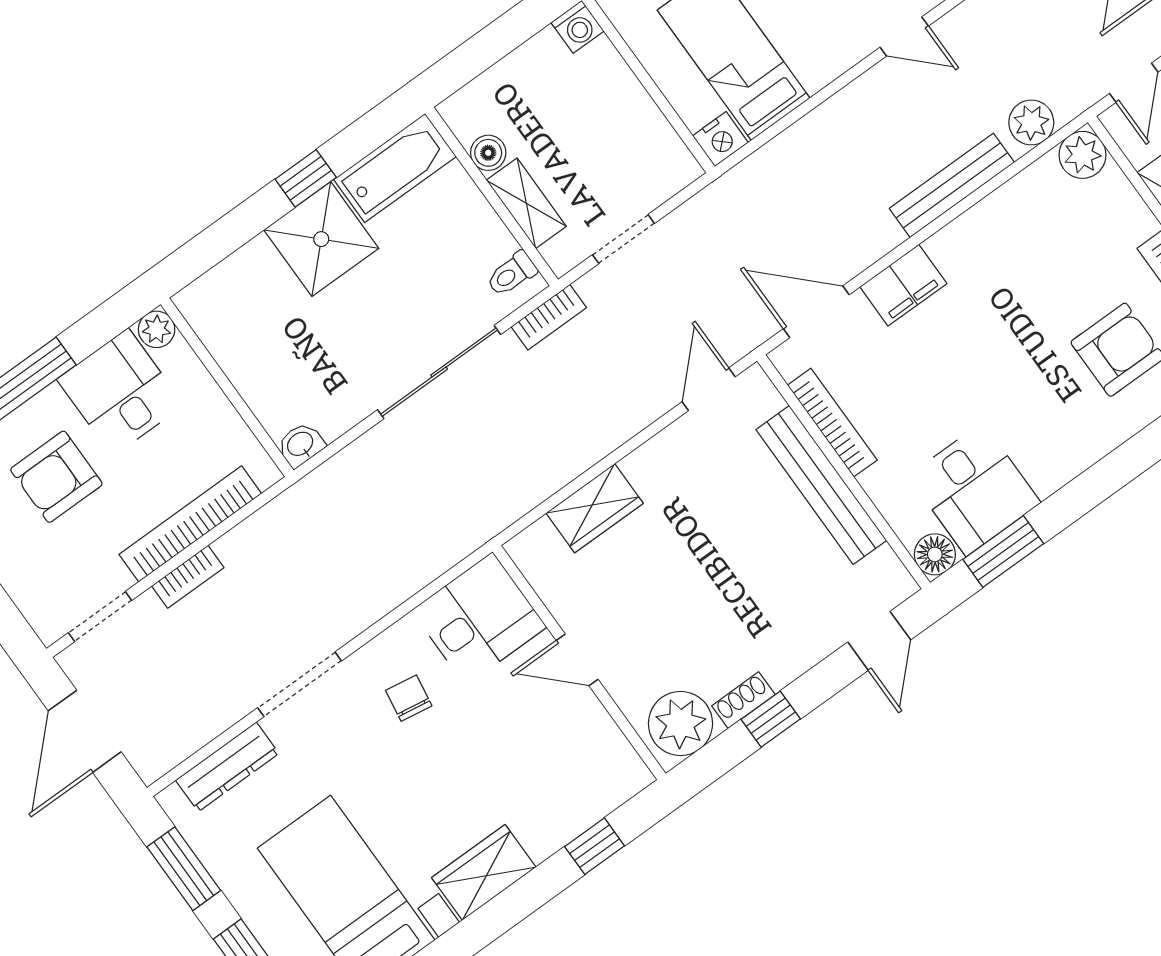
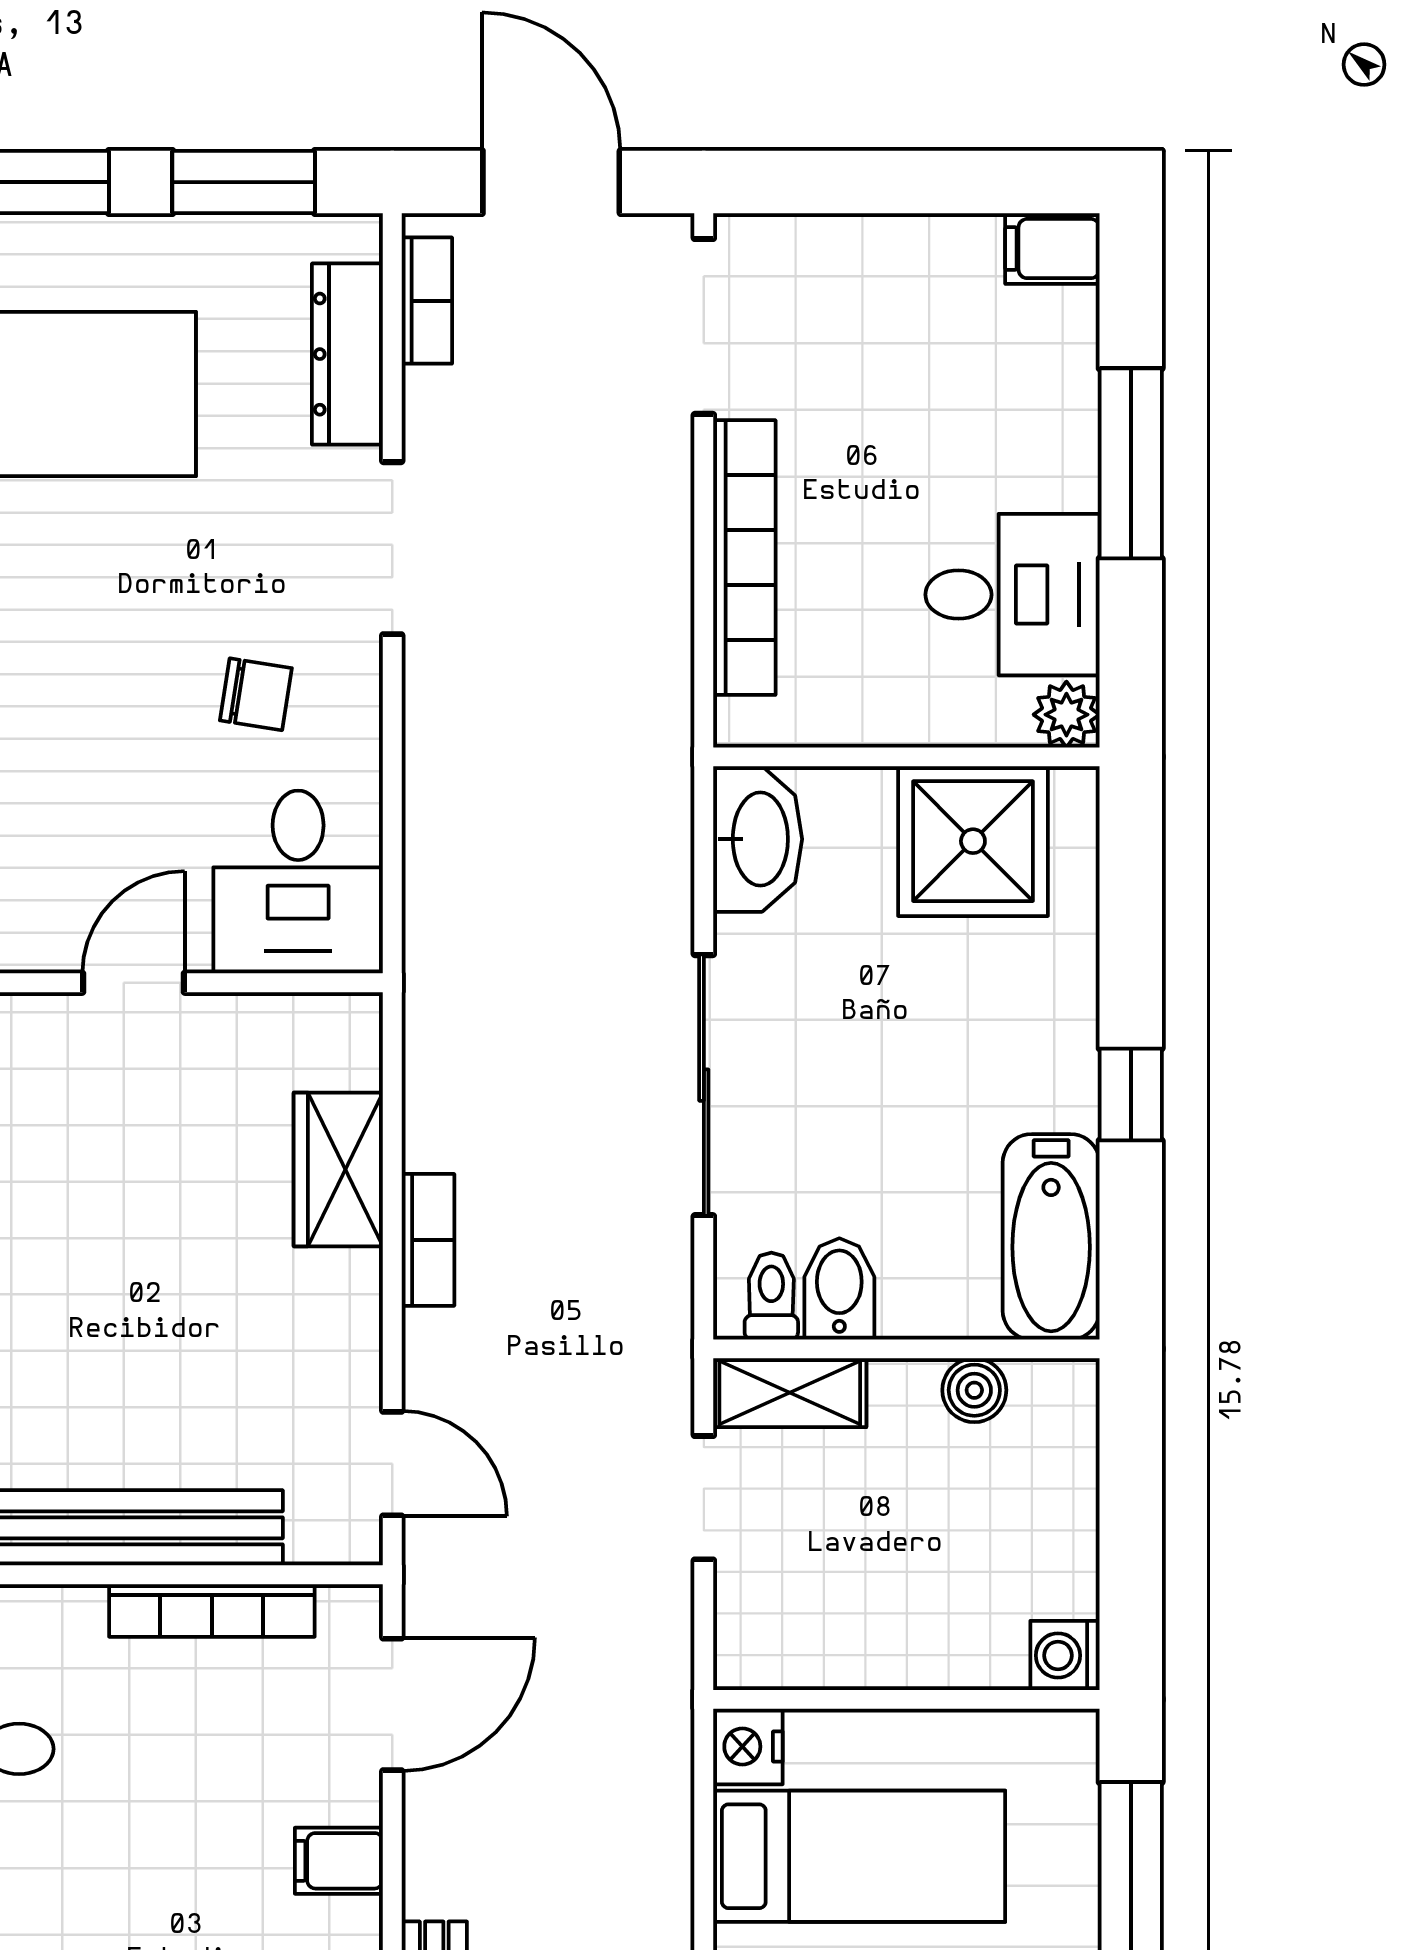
shelving: (526, 203) -> (790, 1393), moved
shower: (321, 239) -> (973, 841), moved
bidet: (486, 246) -> (839, 1289), added
filing cabinet: (903, 285) -> (339, 1861), width x0.50
bookcase: (549, 317) -> (428, 1240), moved, turned 180
washbasin: (301, 445) -> (758, 839), width x1.91, depth x1.45
armchair: (56, 477) -> (956, 411), removed
bookcase: (188, 577) -> (427, 301), moved, turned 180
doorway: (100, 617) -> (704, 326), width x1.38

